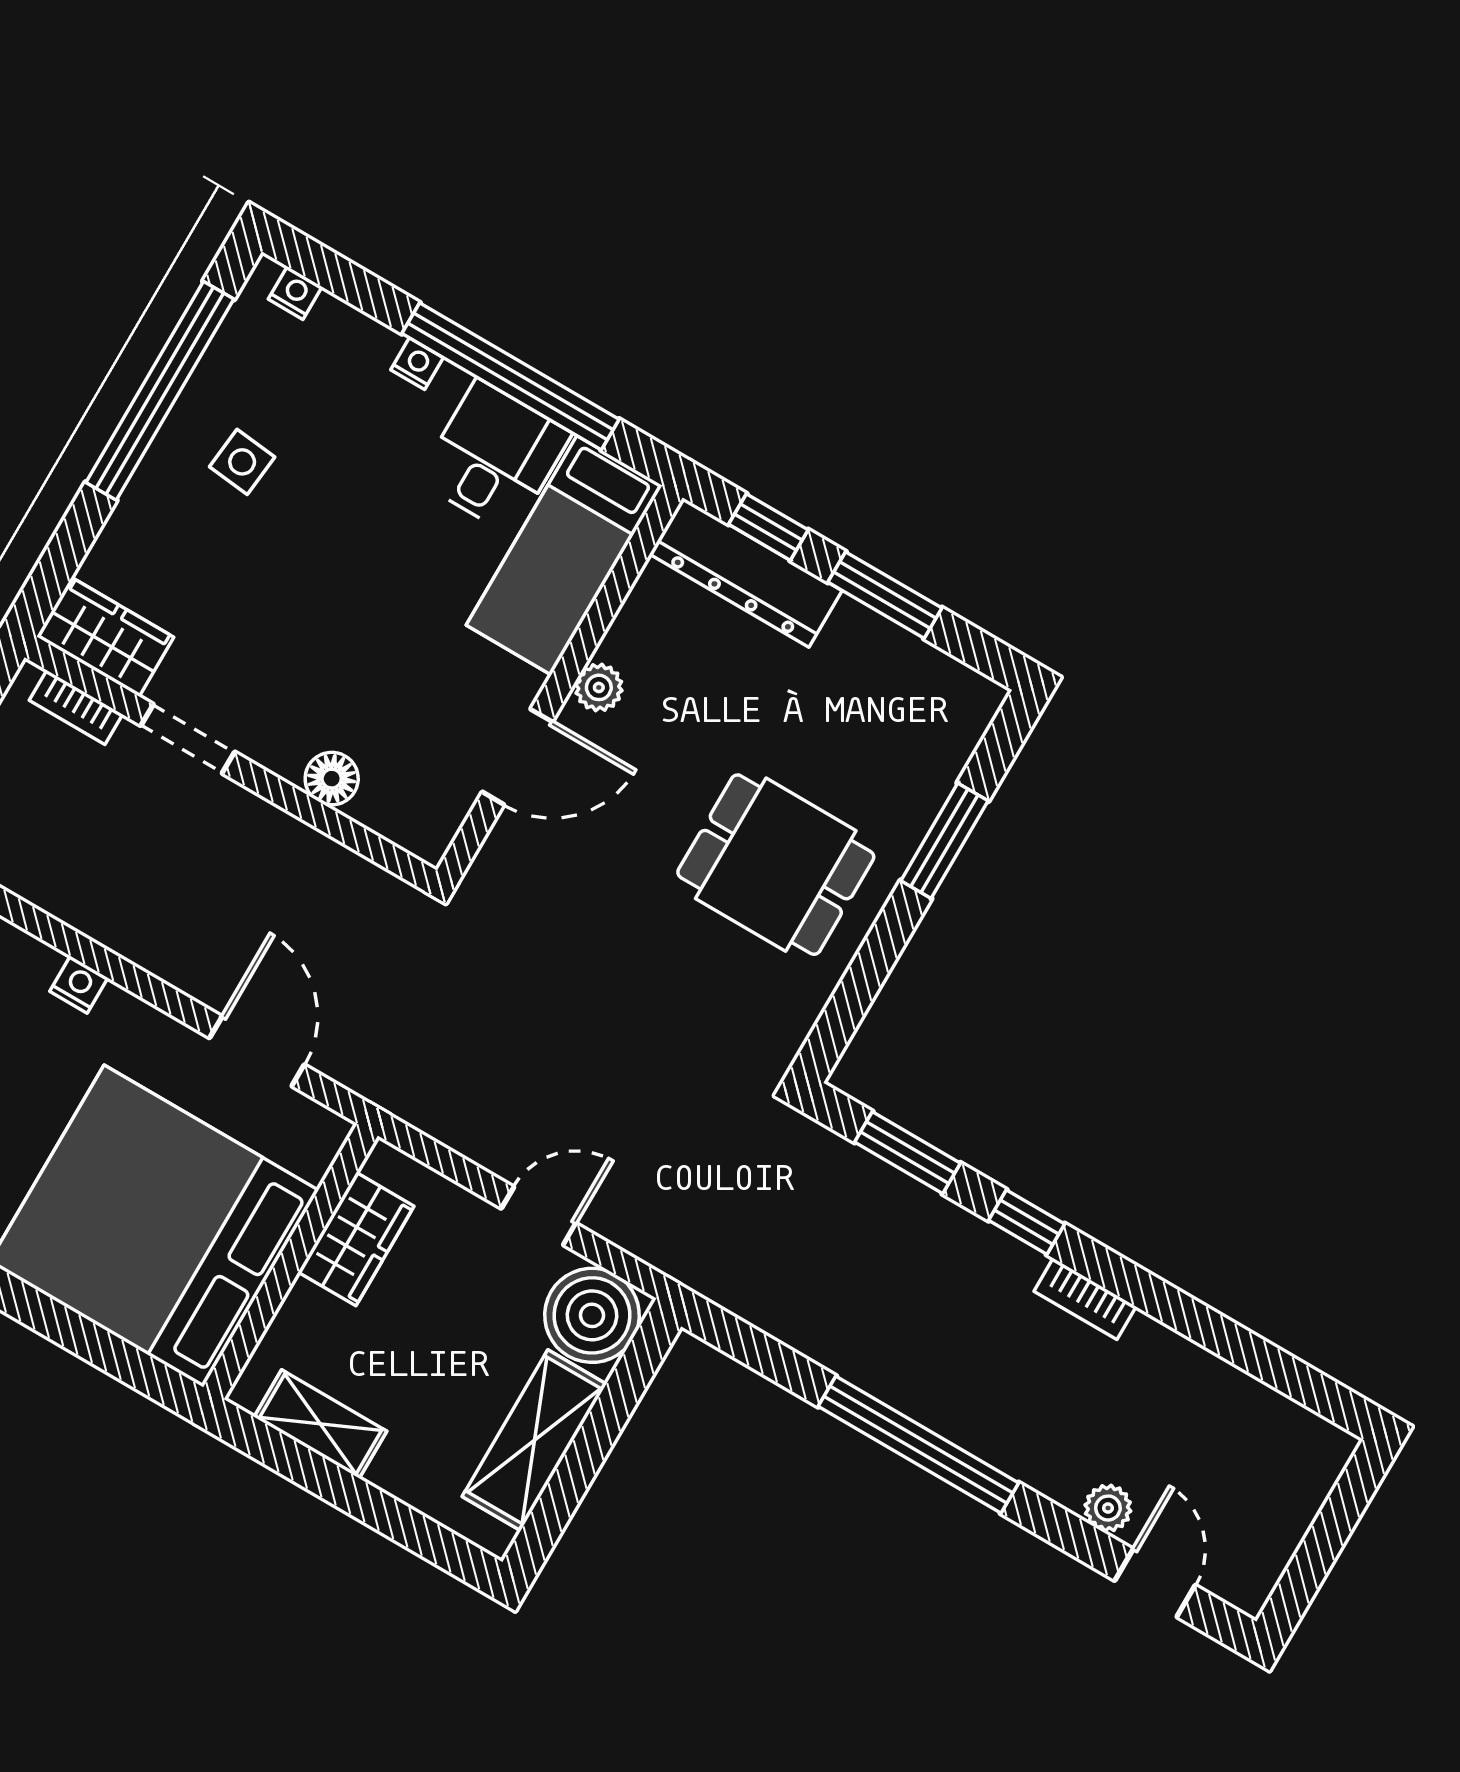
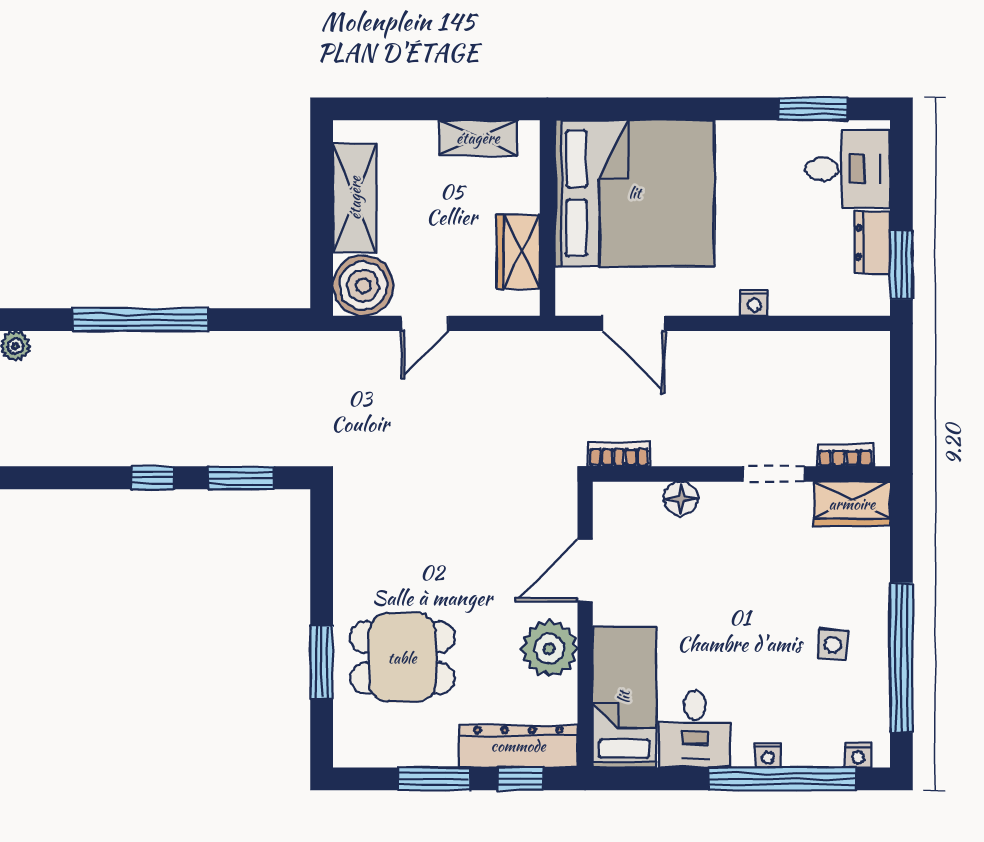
window: (511, 376) -> (782, 779), moved
plant: (599, 687) -> (549, 648), width x1.87, depth x1.87
dining table: (776, 865) -> (402, 658), moved
bookcase: (1085, 1299) -> (619, 454), moved

